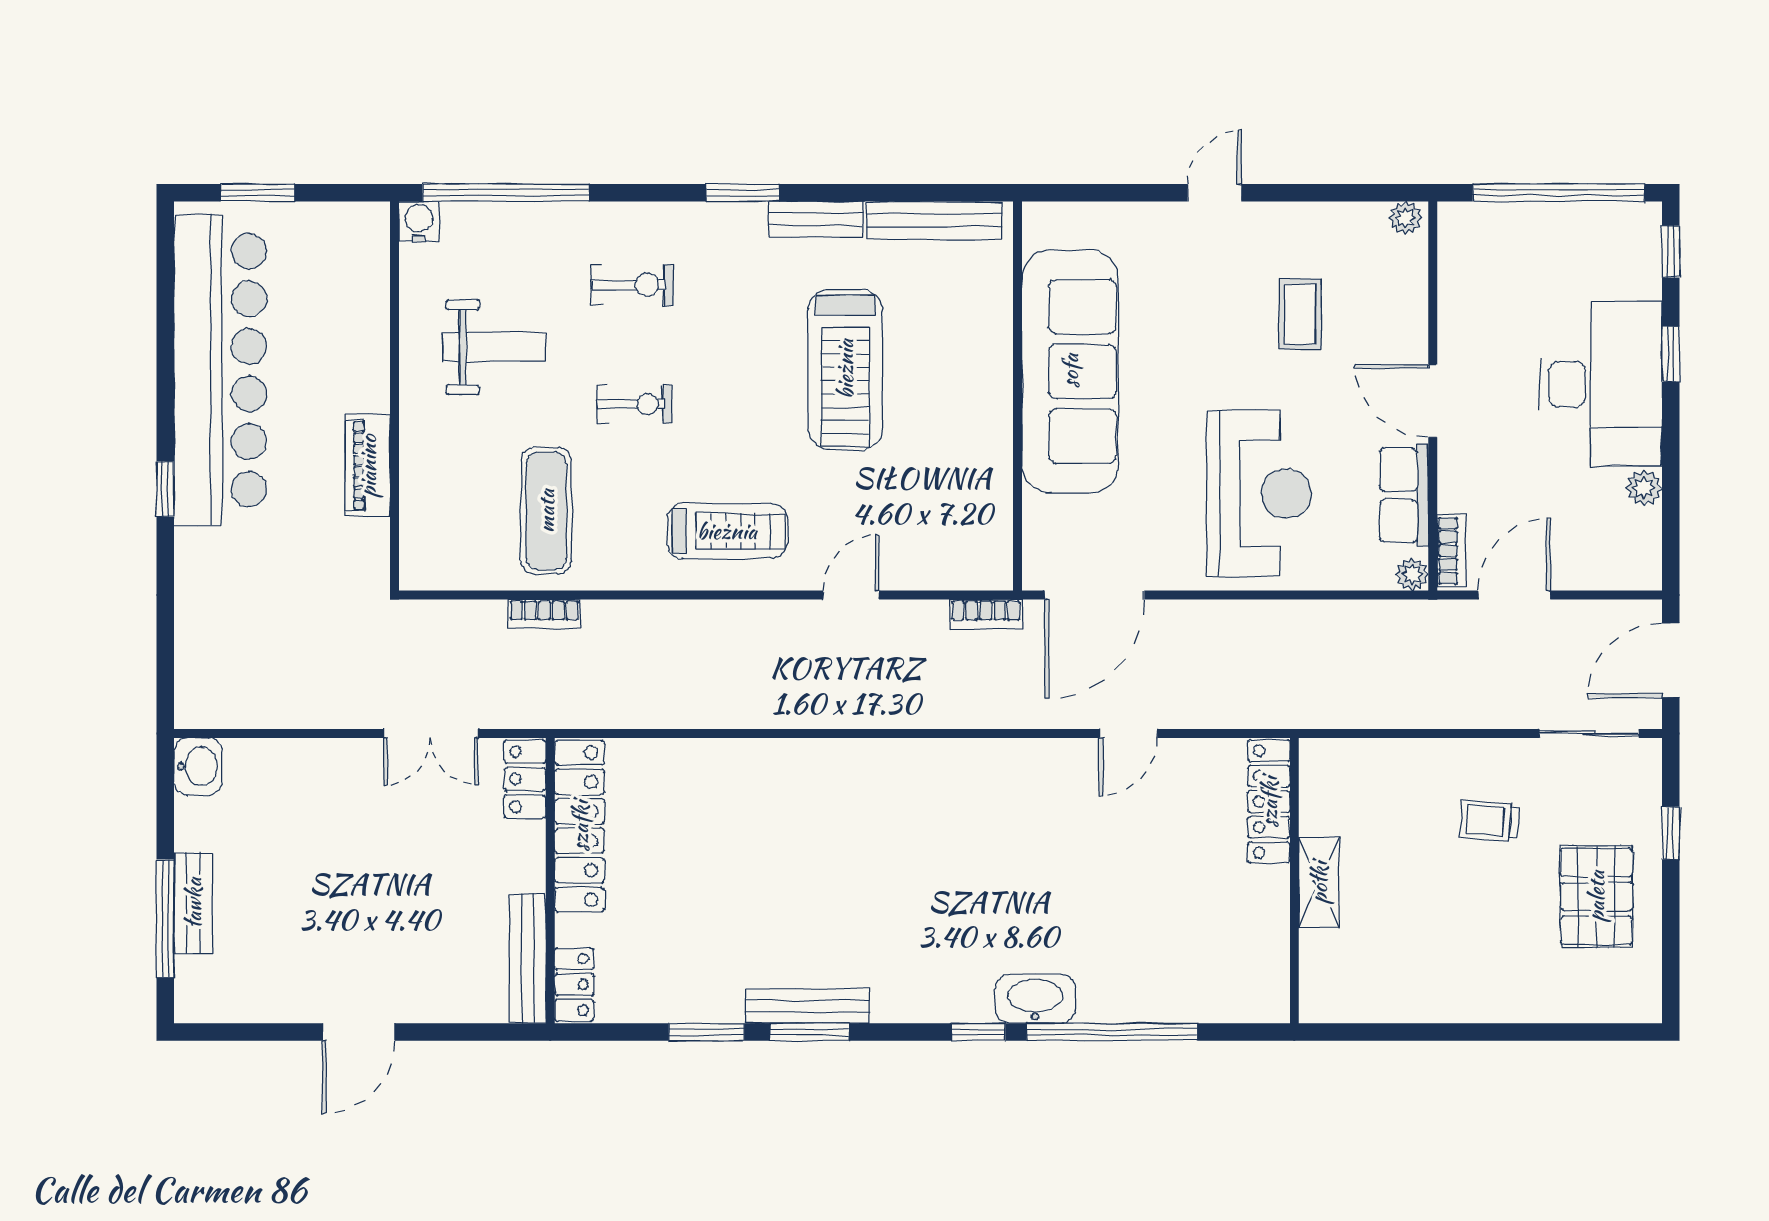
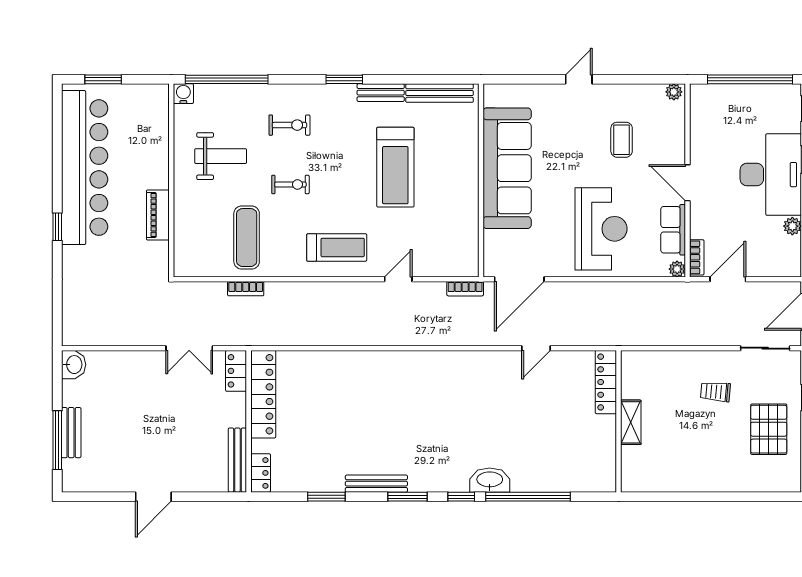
window: (810, 1032) -> (407, 497), moved

